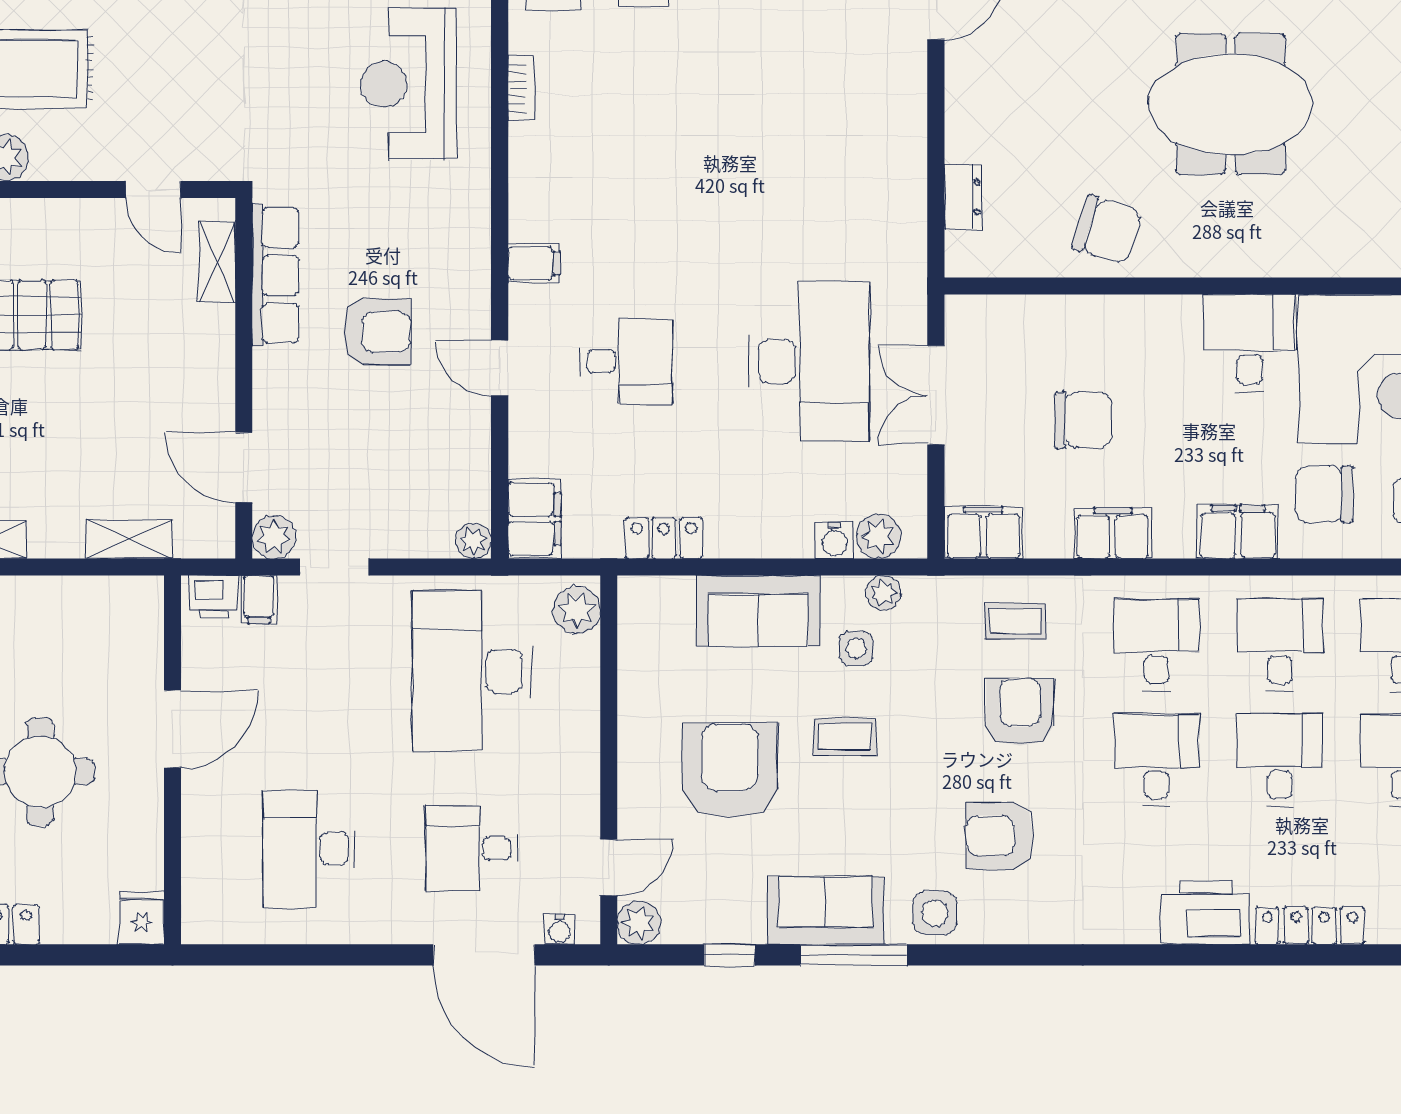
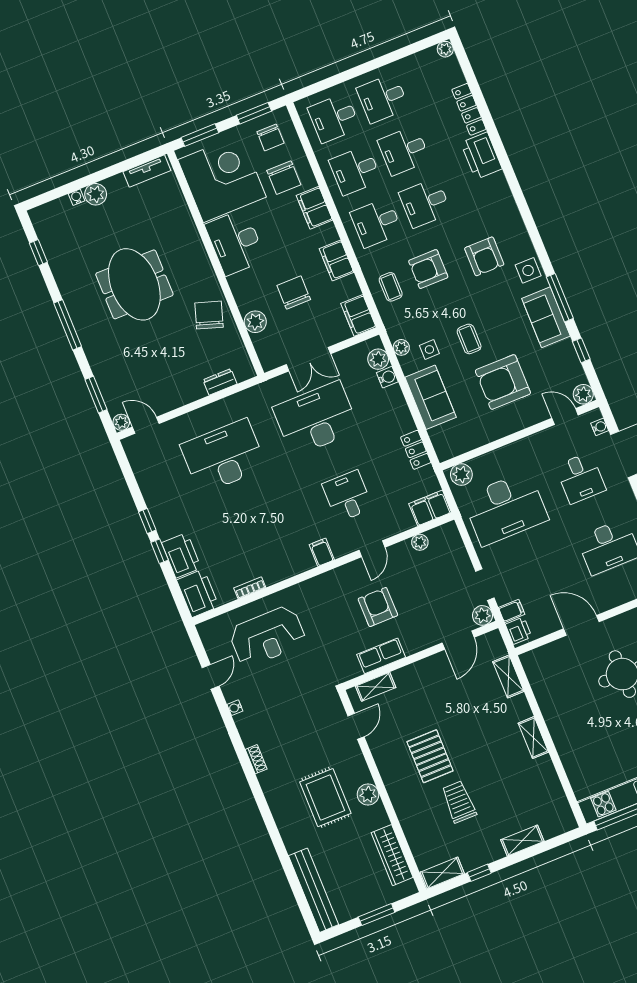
desk: (809, 143) -> (223, 456), added
row of seats: (275, 275) -> (381, 656), width x0.68
plant: (1056, 318) -> (255, 322), added
desk: (1250, 343) -> (235, 242), width x1.37
plant: (473, 541) -> (420, 542), moved

